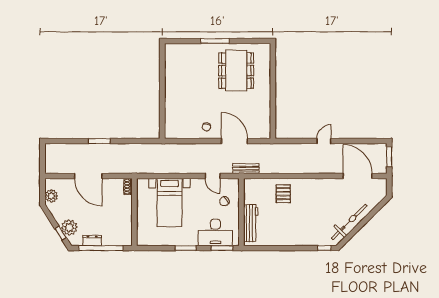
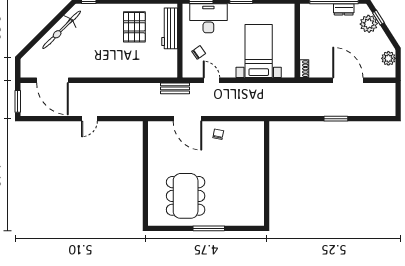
pallet: (283, 194) -> (134, 27), moved, width x1.50, depth x1.42

